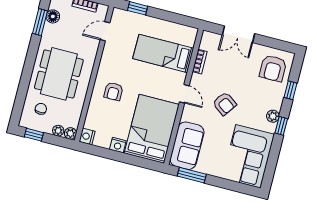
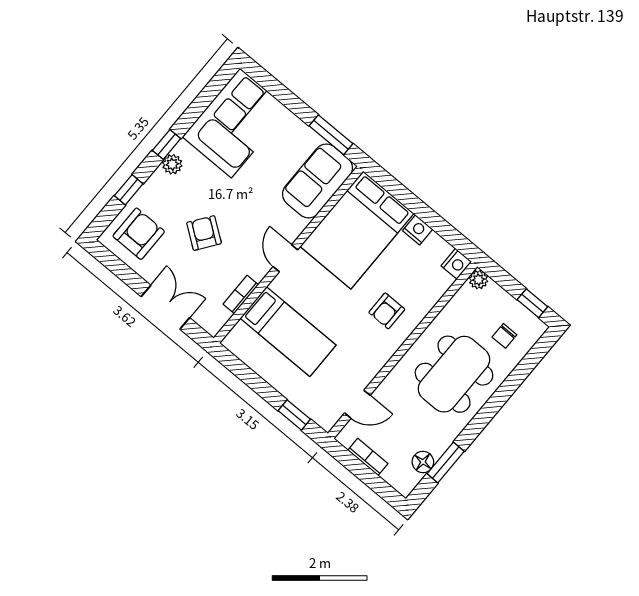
armchair: (113, 91) -> (387, 311), turned 180
armchair: (225, 104) -> (204, 233), moved
plant: (58, 131) -> (494, 292), removed

